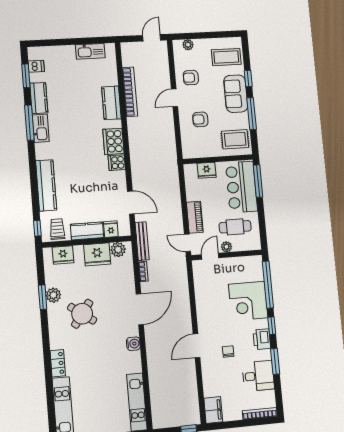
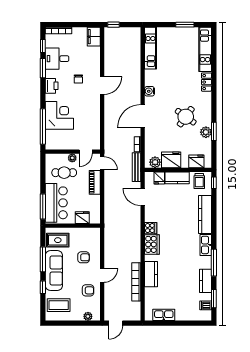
sofa: (236, 94) -> (54, 270), width x1.36
kitchen sink: (41, 128) -> (206, 245), moved
window: (272, 326) -> (43, 46), moved

